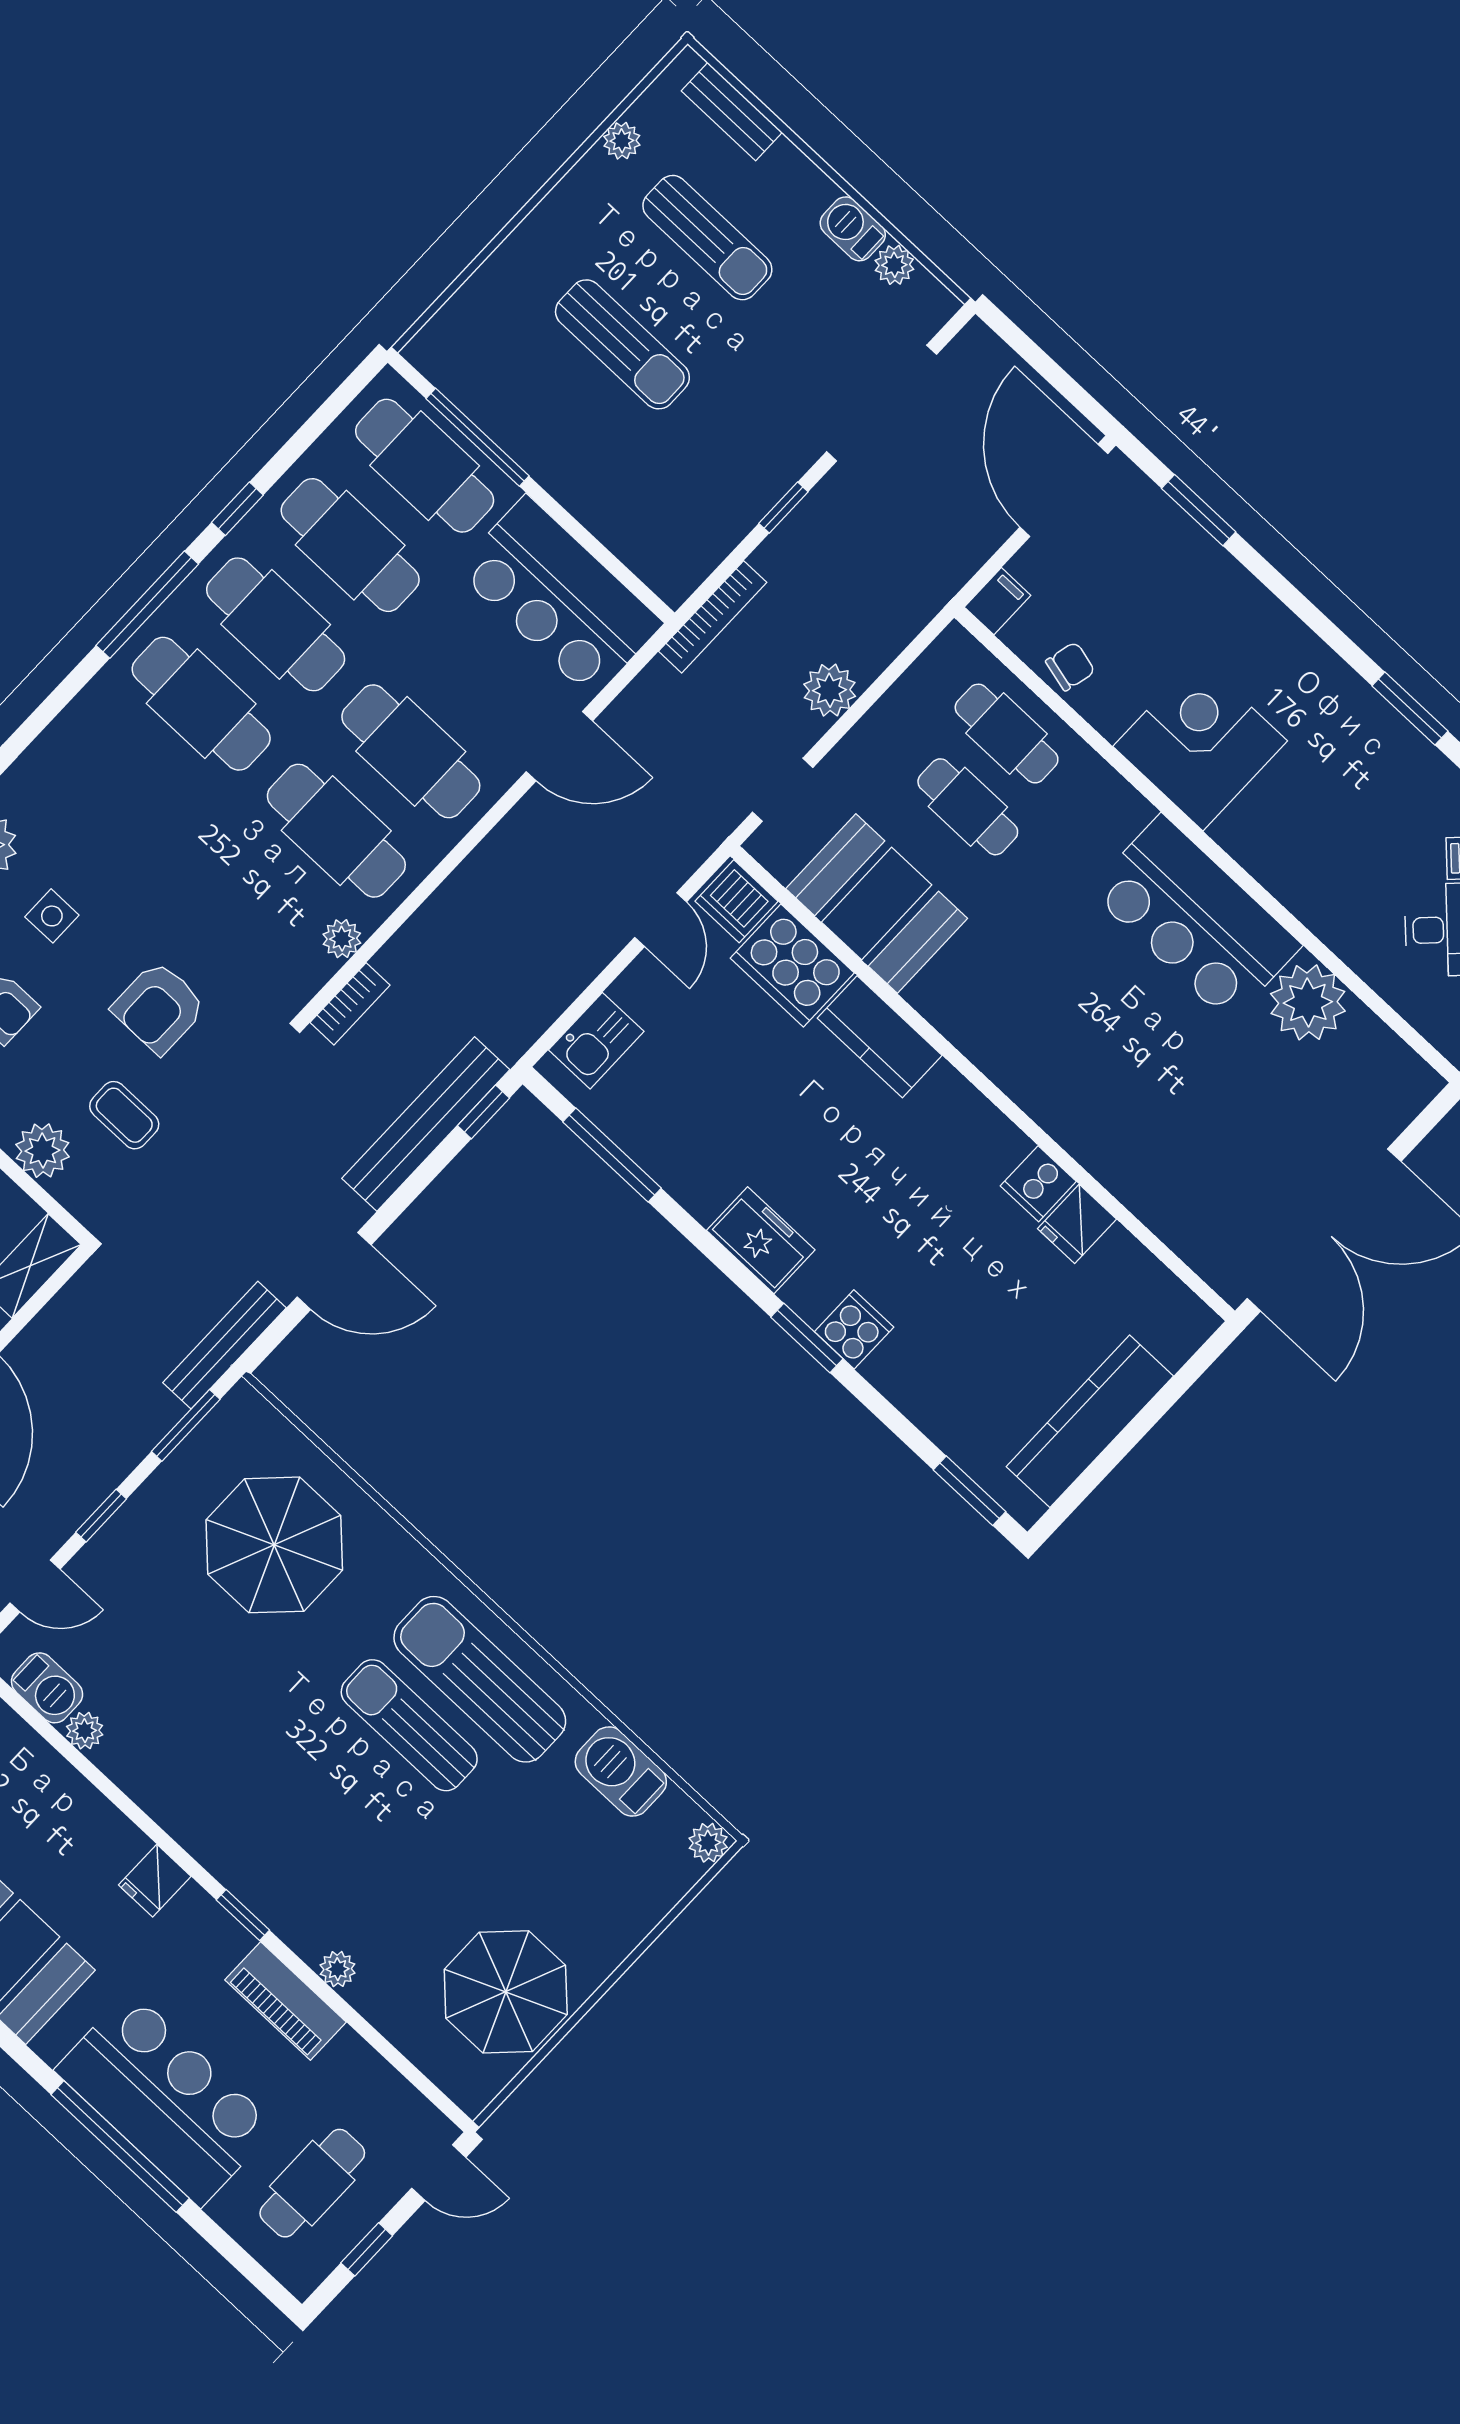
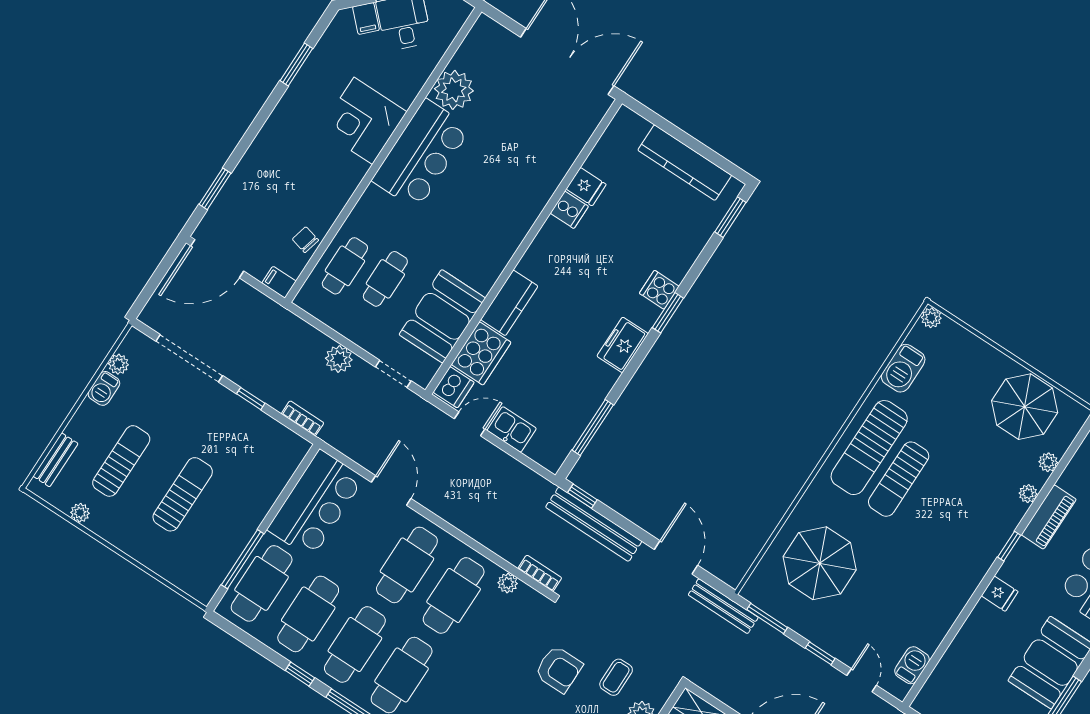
bookcase: (713, 617) -> (303, 418), width x0.64
corner desk: (1200, 744) -> (363, 121), moved
kitchen sink: (596, 1041) -> (512, 429), moved
plant: (85, 1731) -> (1048, 462), moved

